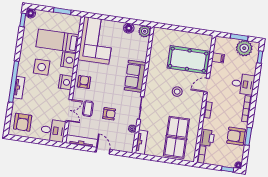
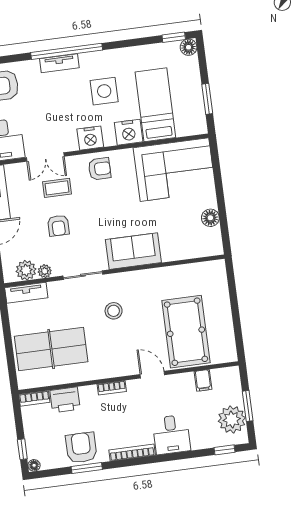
plant: (145, 31) -> (26, 270), moved
stool: (177, 92) -> (114, 311), moved

